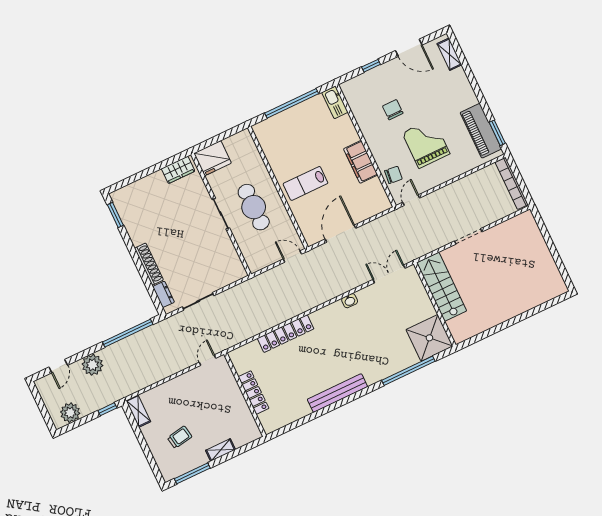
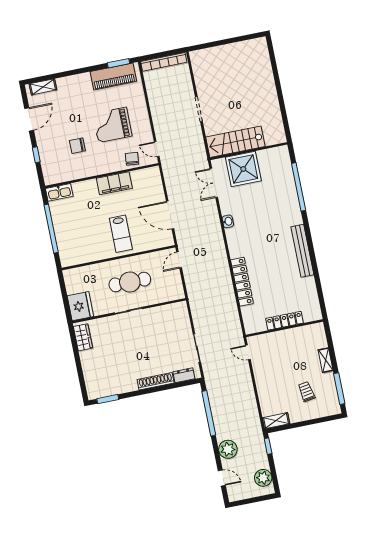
shower: (429, 338) -> (243, 169), moved

